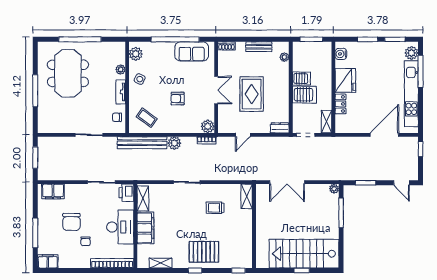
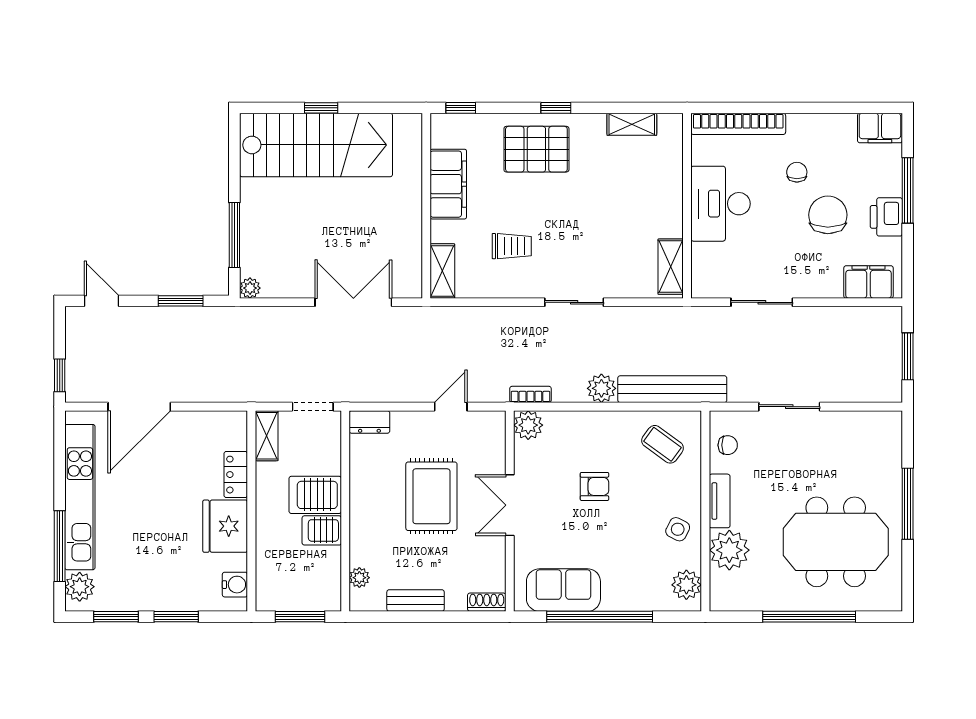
plant: (121, 70) -> (729, 550), width x1.88, depth x1.88
meeting table: (68, 73) -> (836, 542), turned 90
printer: (126, 193) -> (886, 217), moved, turned 180
filing cabinet: (145, 228) -> (448, 184), moved, turned 180

